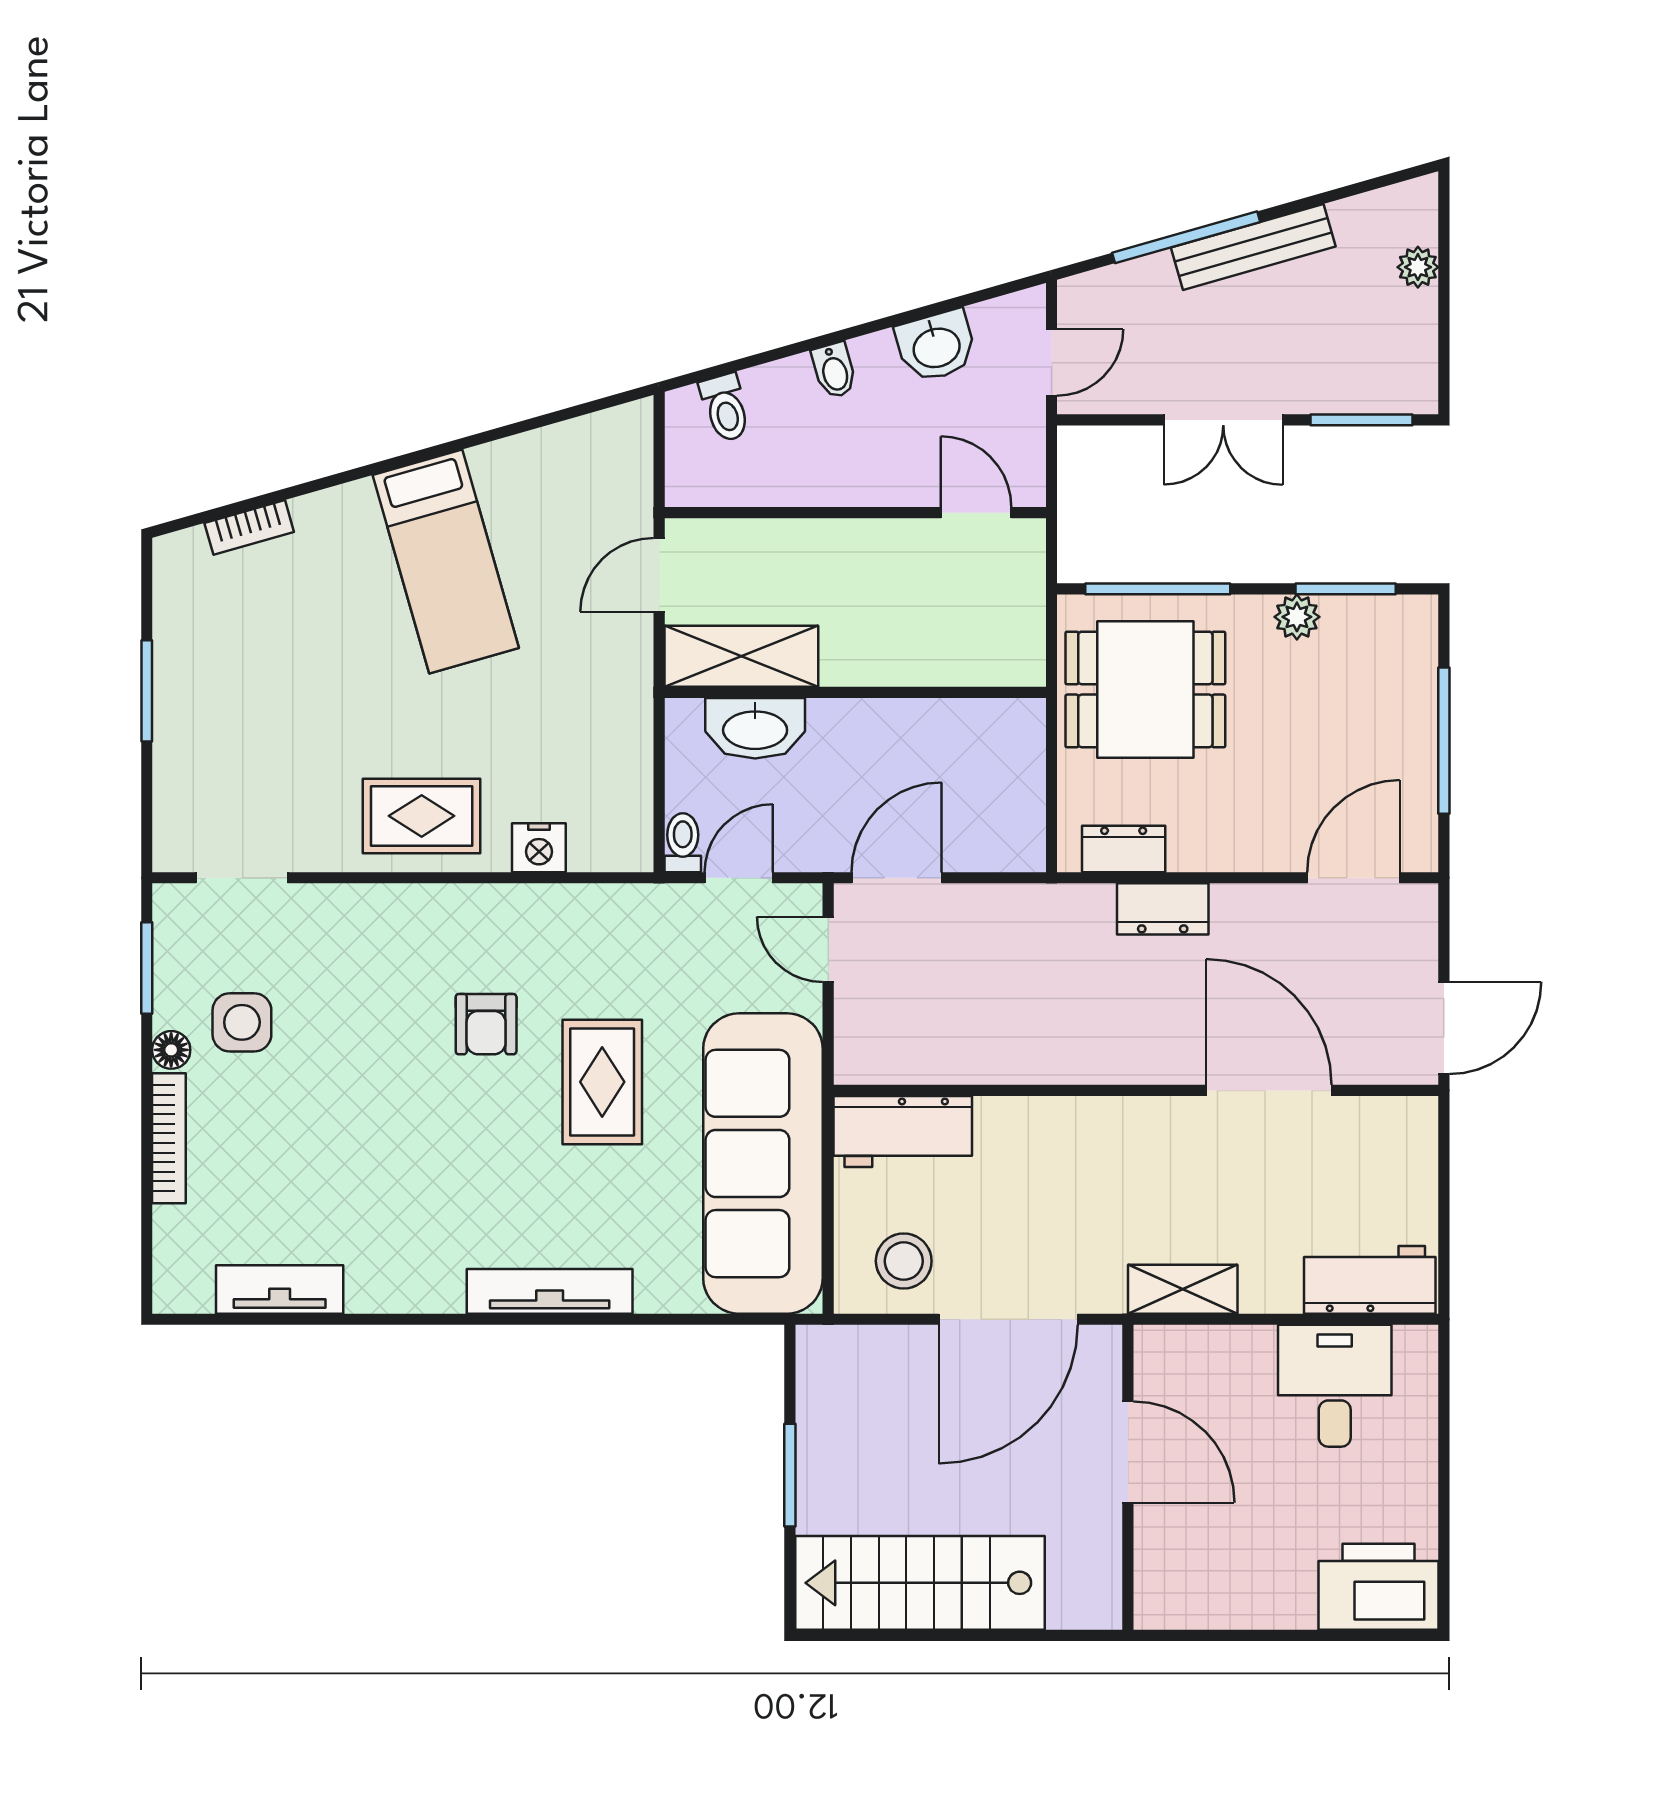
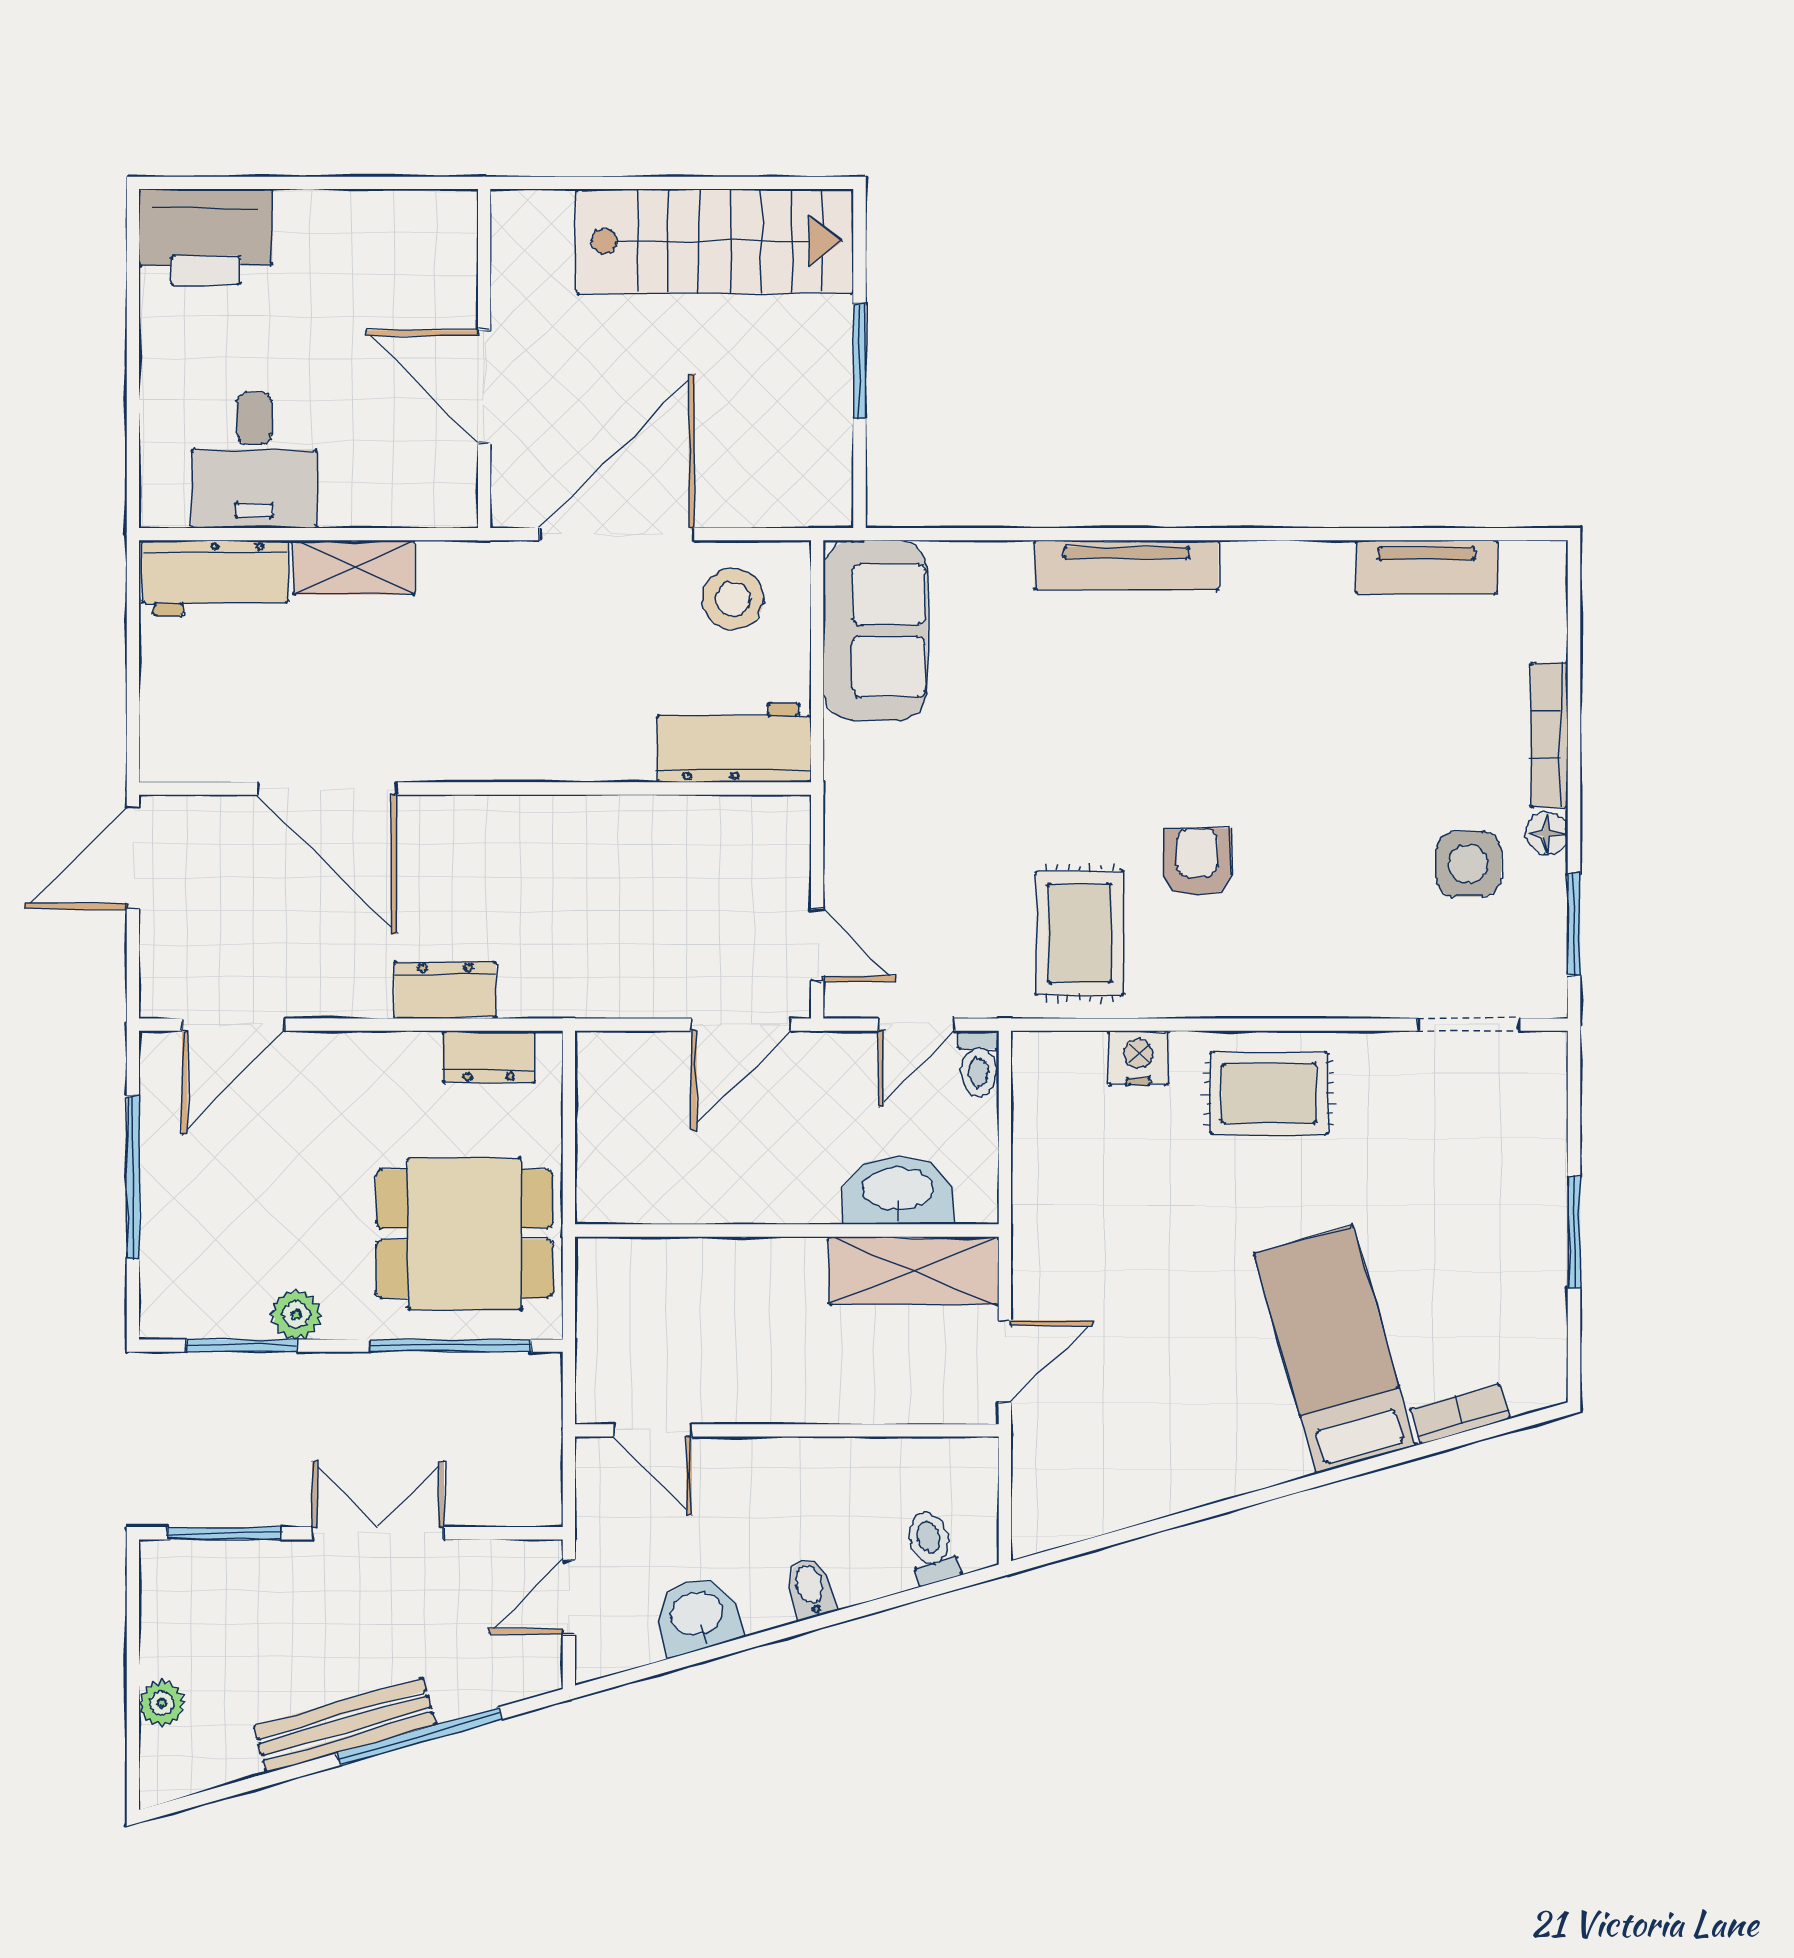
bed: (446, 562) -> (1335, 1349), moved
rug: (602, 1082) -> (1080, 933), moved
sofa: (763, 1163) -> (875, 630), width x0.54, depth x0.79
shelving: (1183, 1289) -> (354, 567), moved

